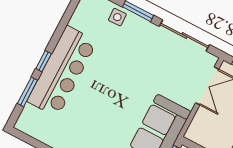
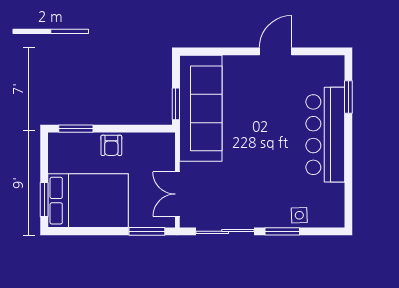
window: (44, 61) -> (348, 135), removed

